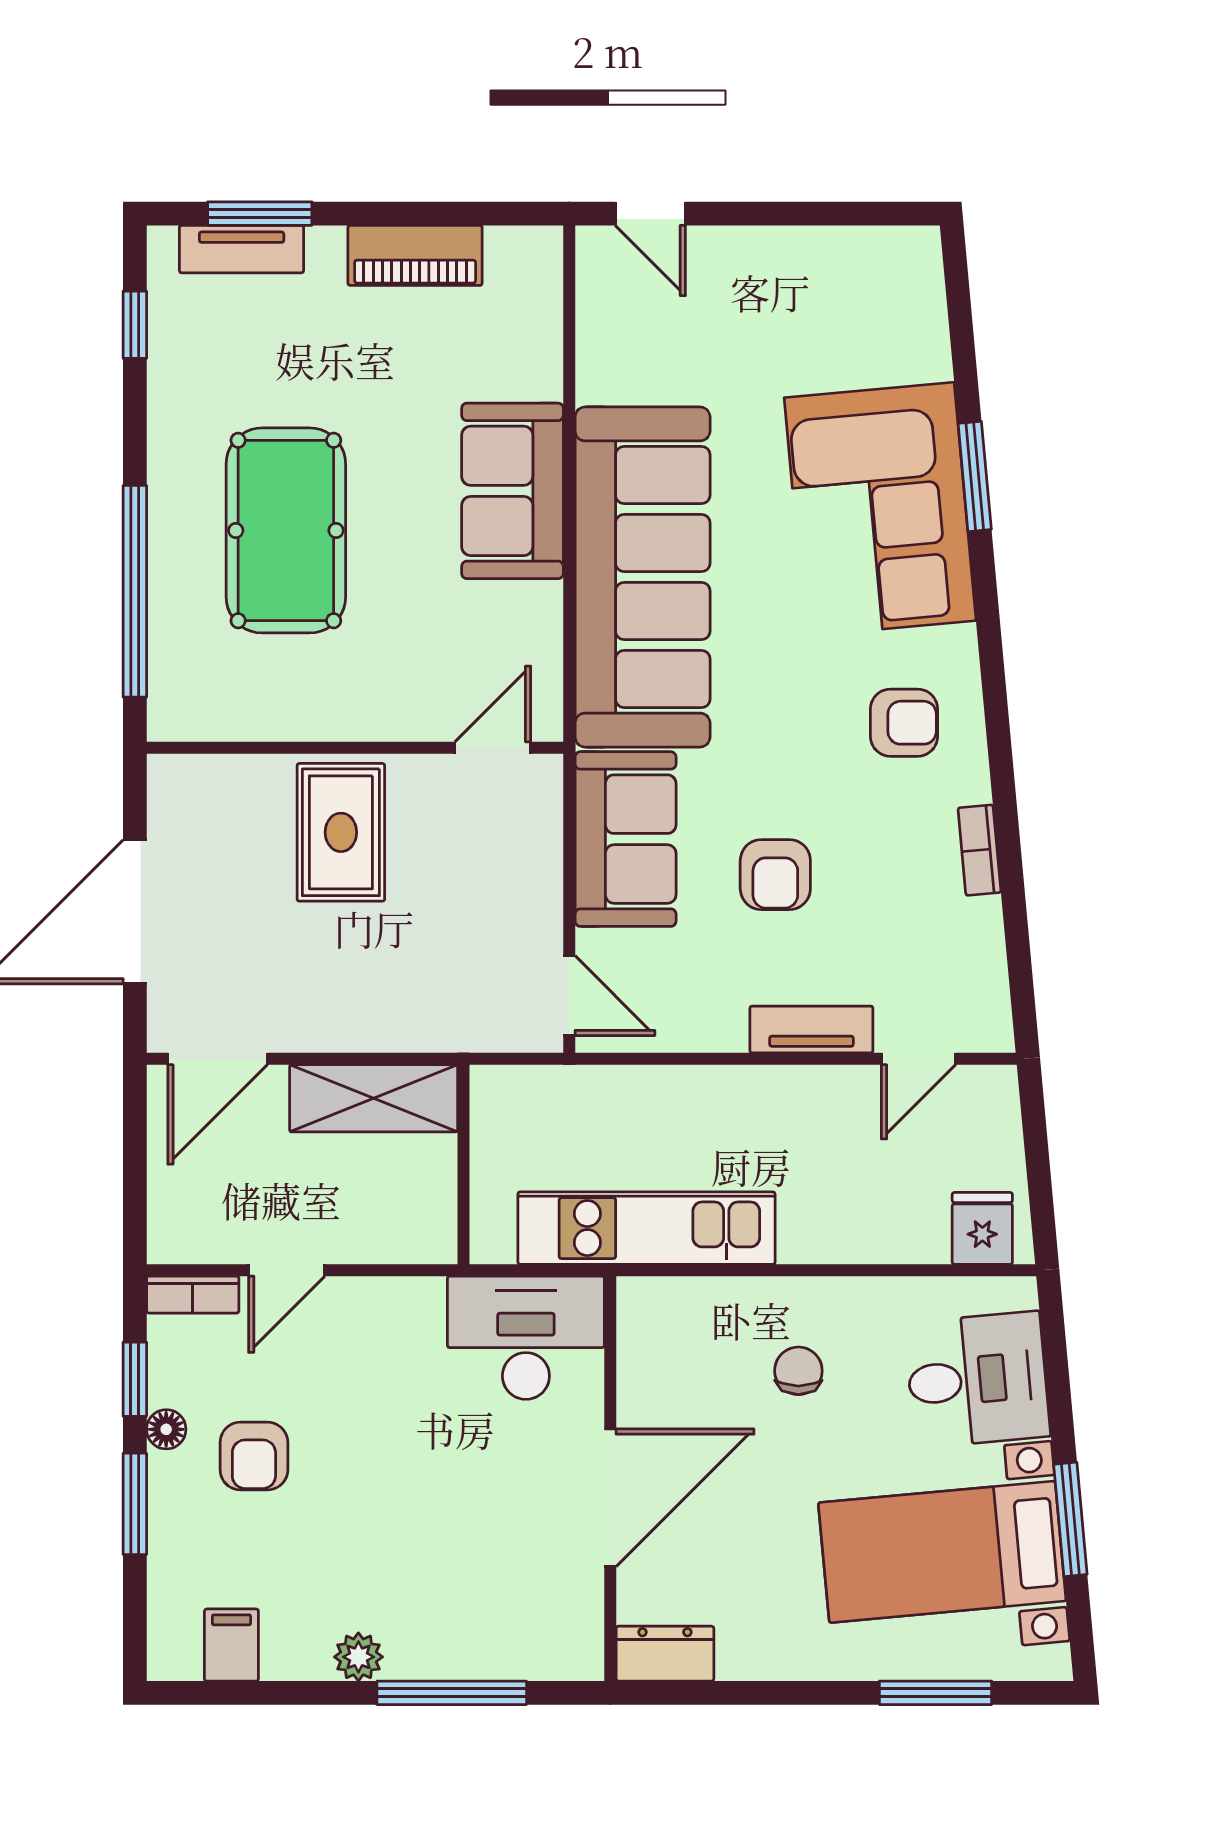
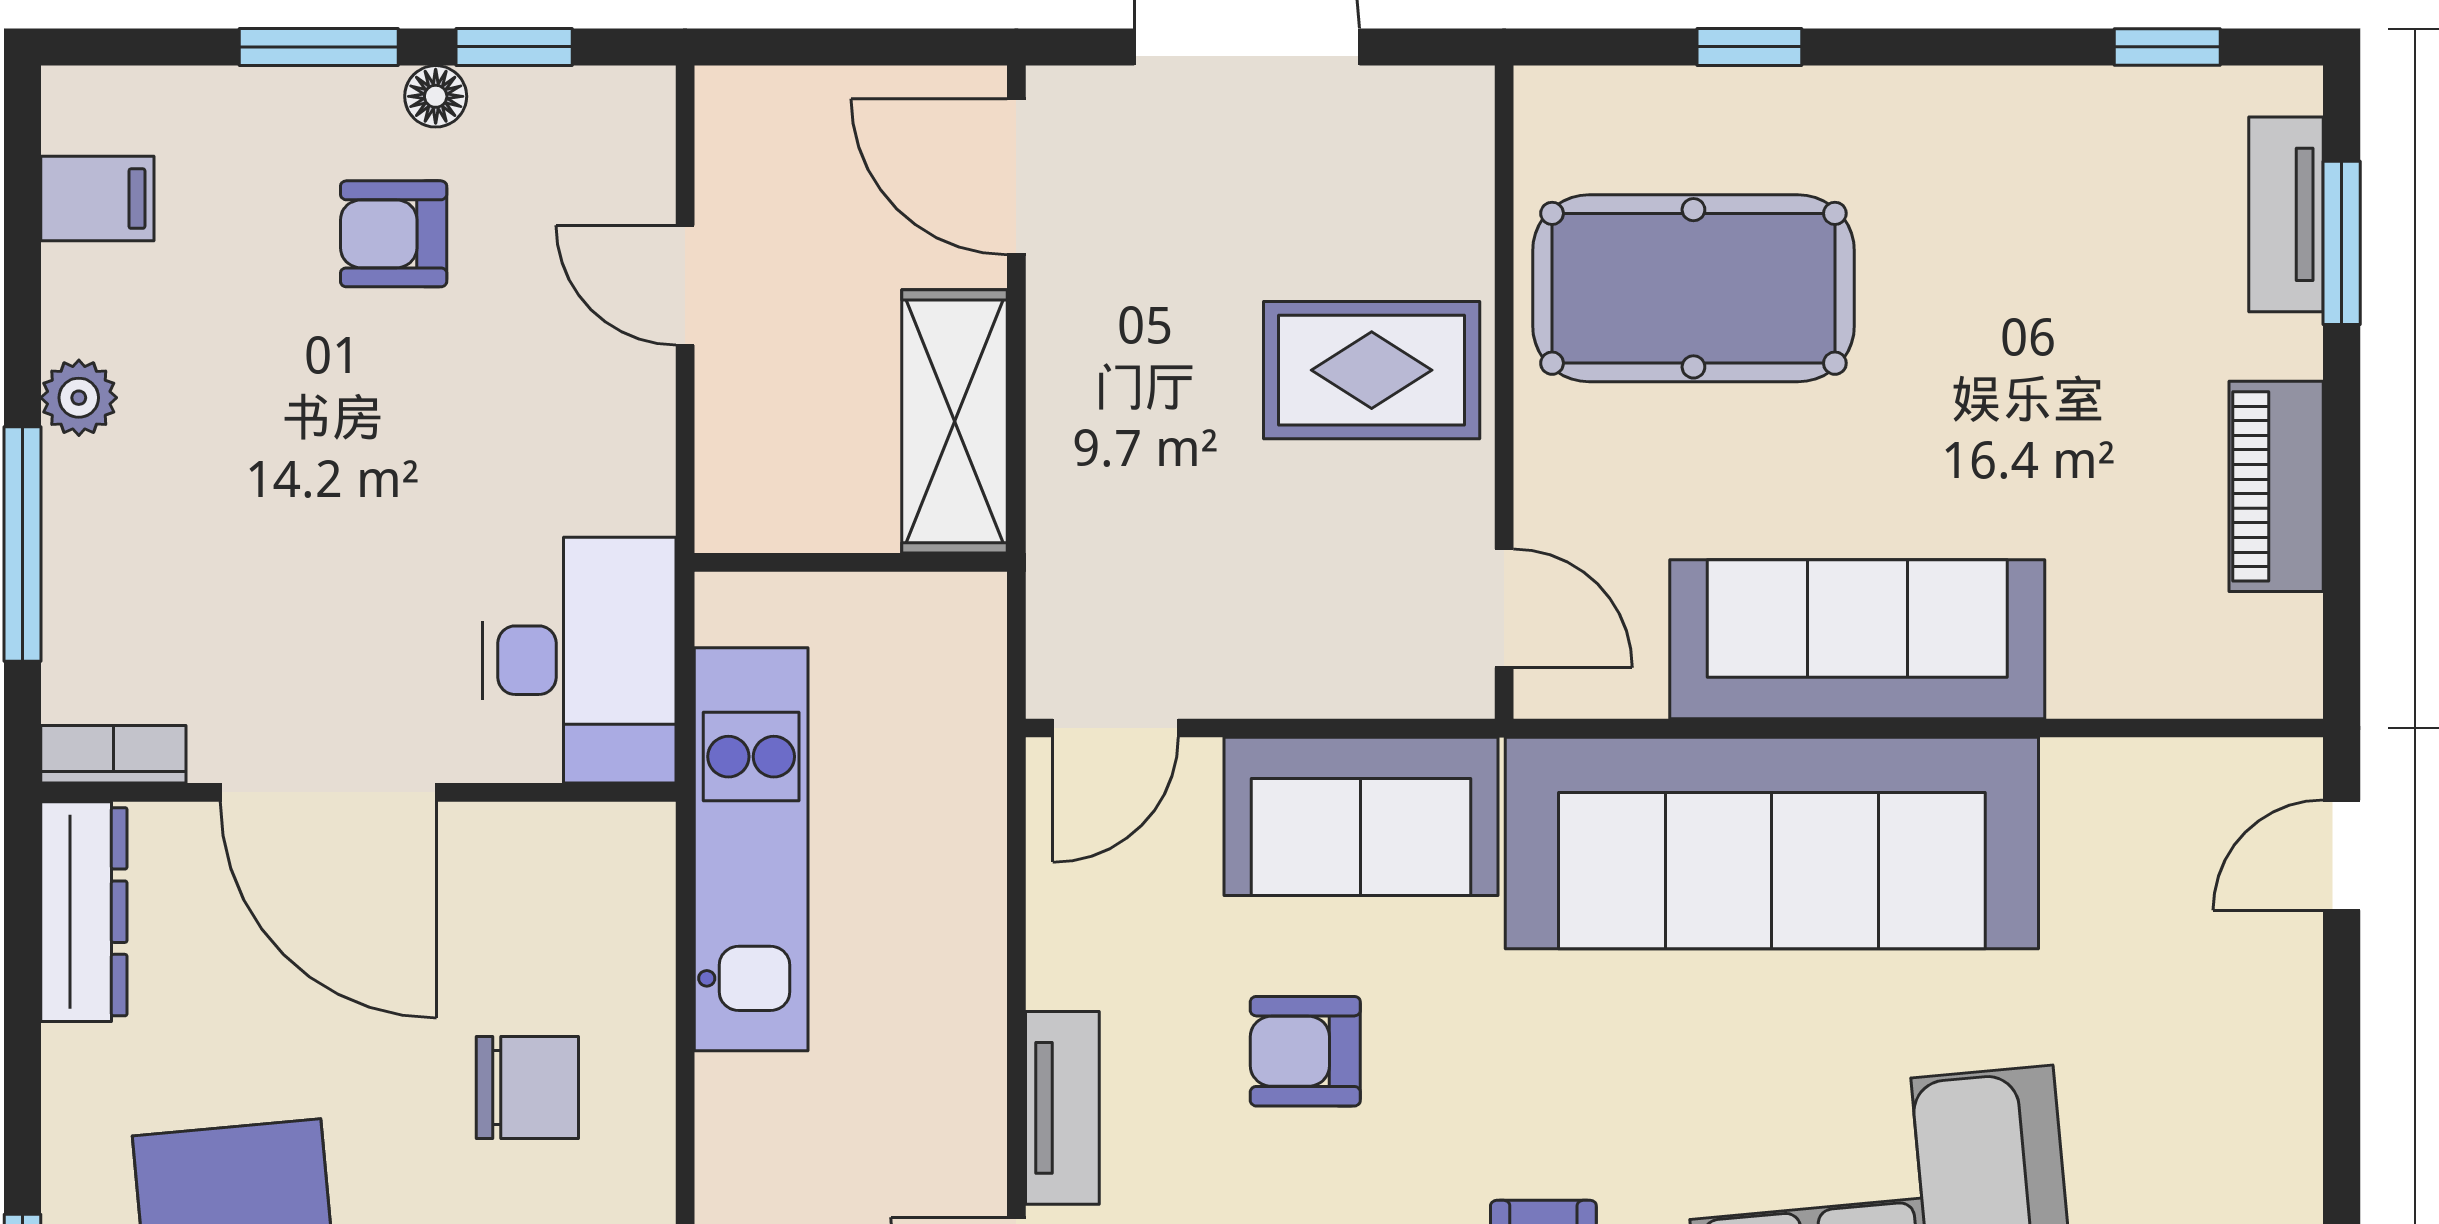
sofa: (512, 491) -> (1857, 639), width x1.36
pool table: (286, 530) -> (1693, 288), moved
window: (135, 591) -> (1749, 47), width x0.32
bookcase: (193, 1295) -> (113, 754), moved, turned 90
chair: (798, 1371) -> (527, 1087), width x1.37, depth x1.37
dresser: (665, 1654) -> (84, 912), width x1.44

